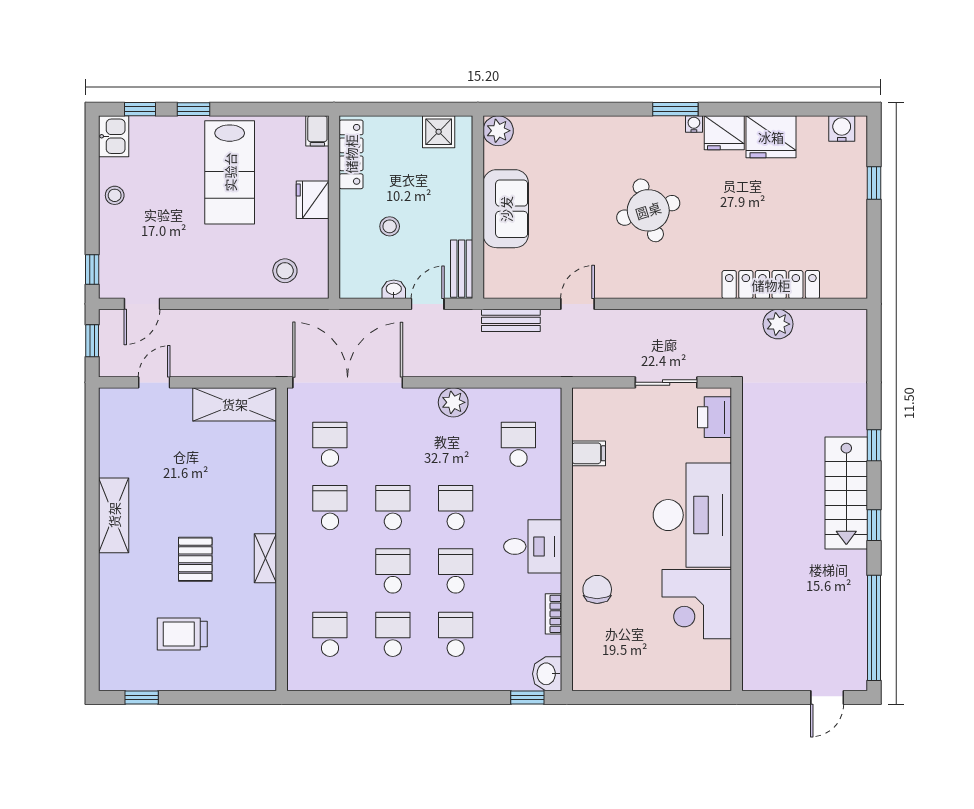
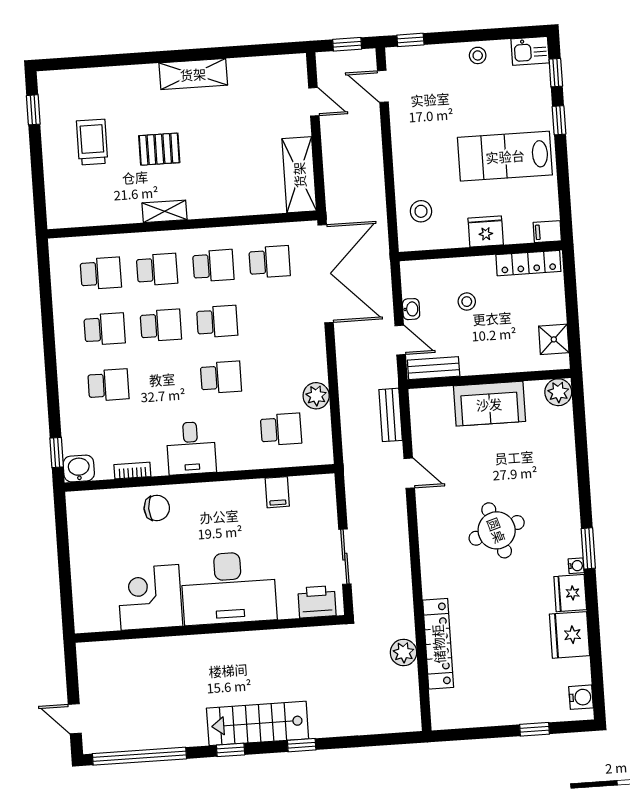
plant: (453, 402) -> (316, 396), moved
school desk: (456, 571) -> (157, 269), moved

